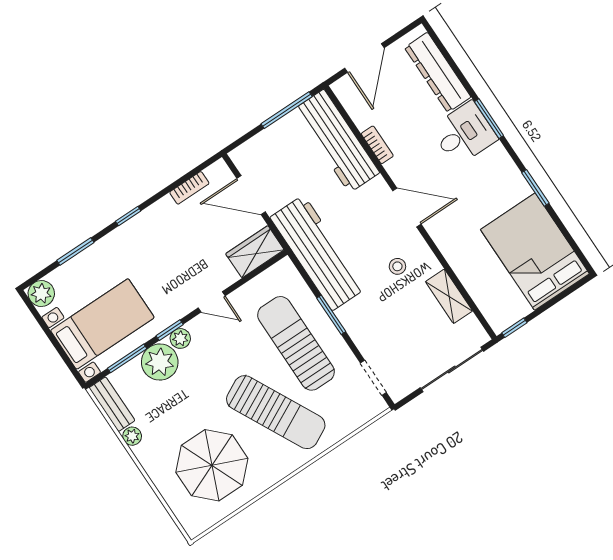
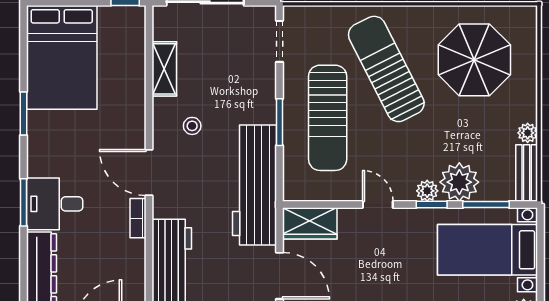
bookcase: (377, 145) -> (138, 218), moved

